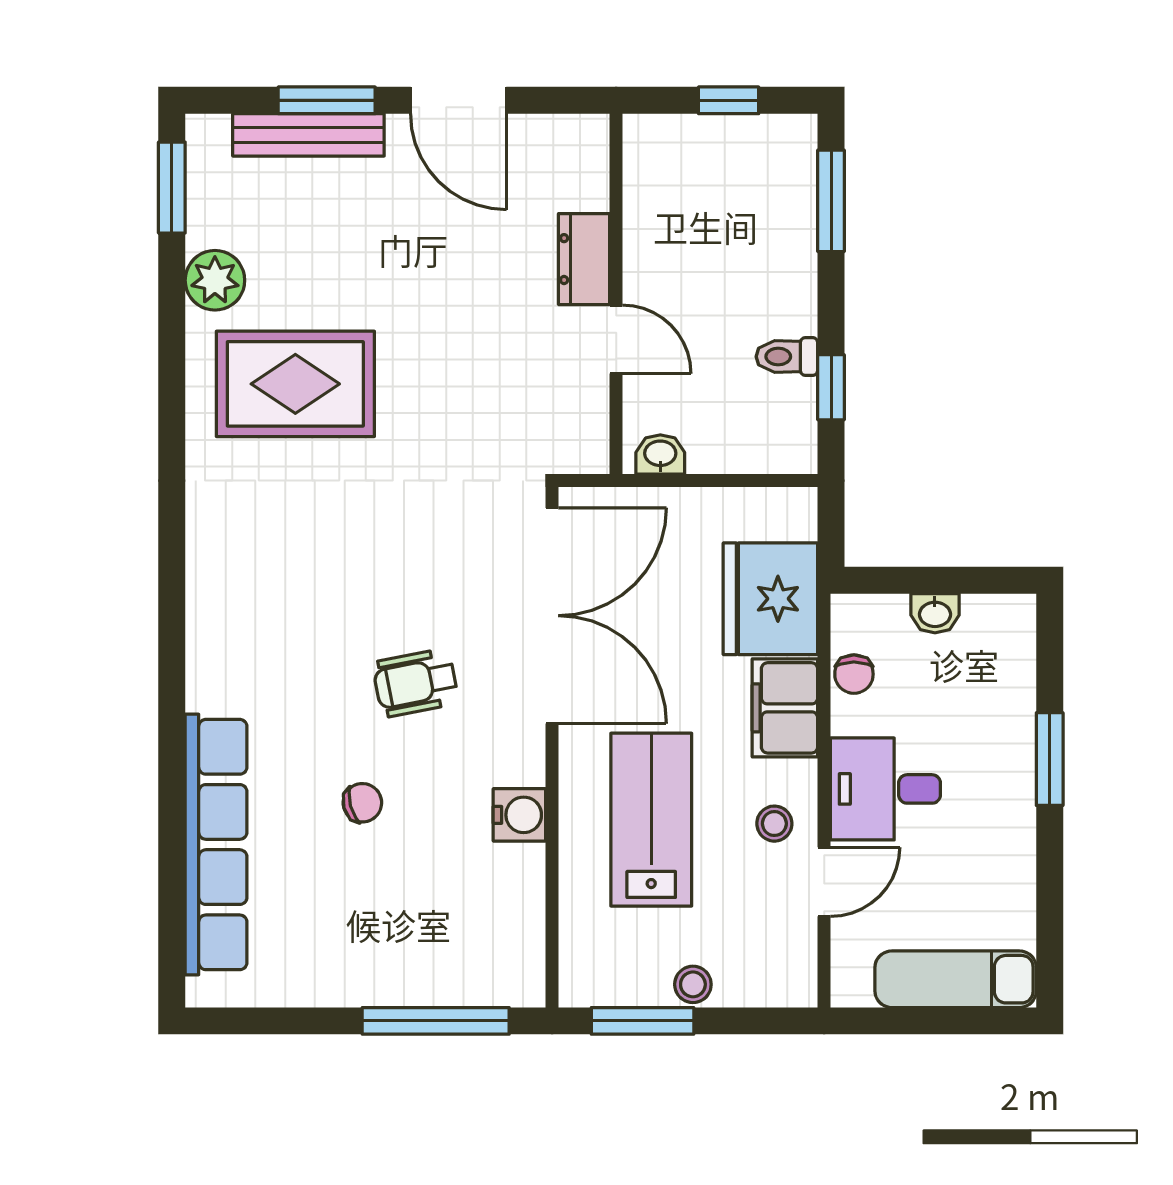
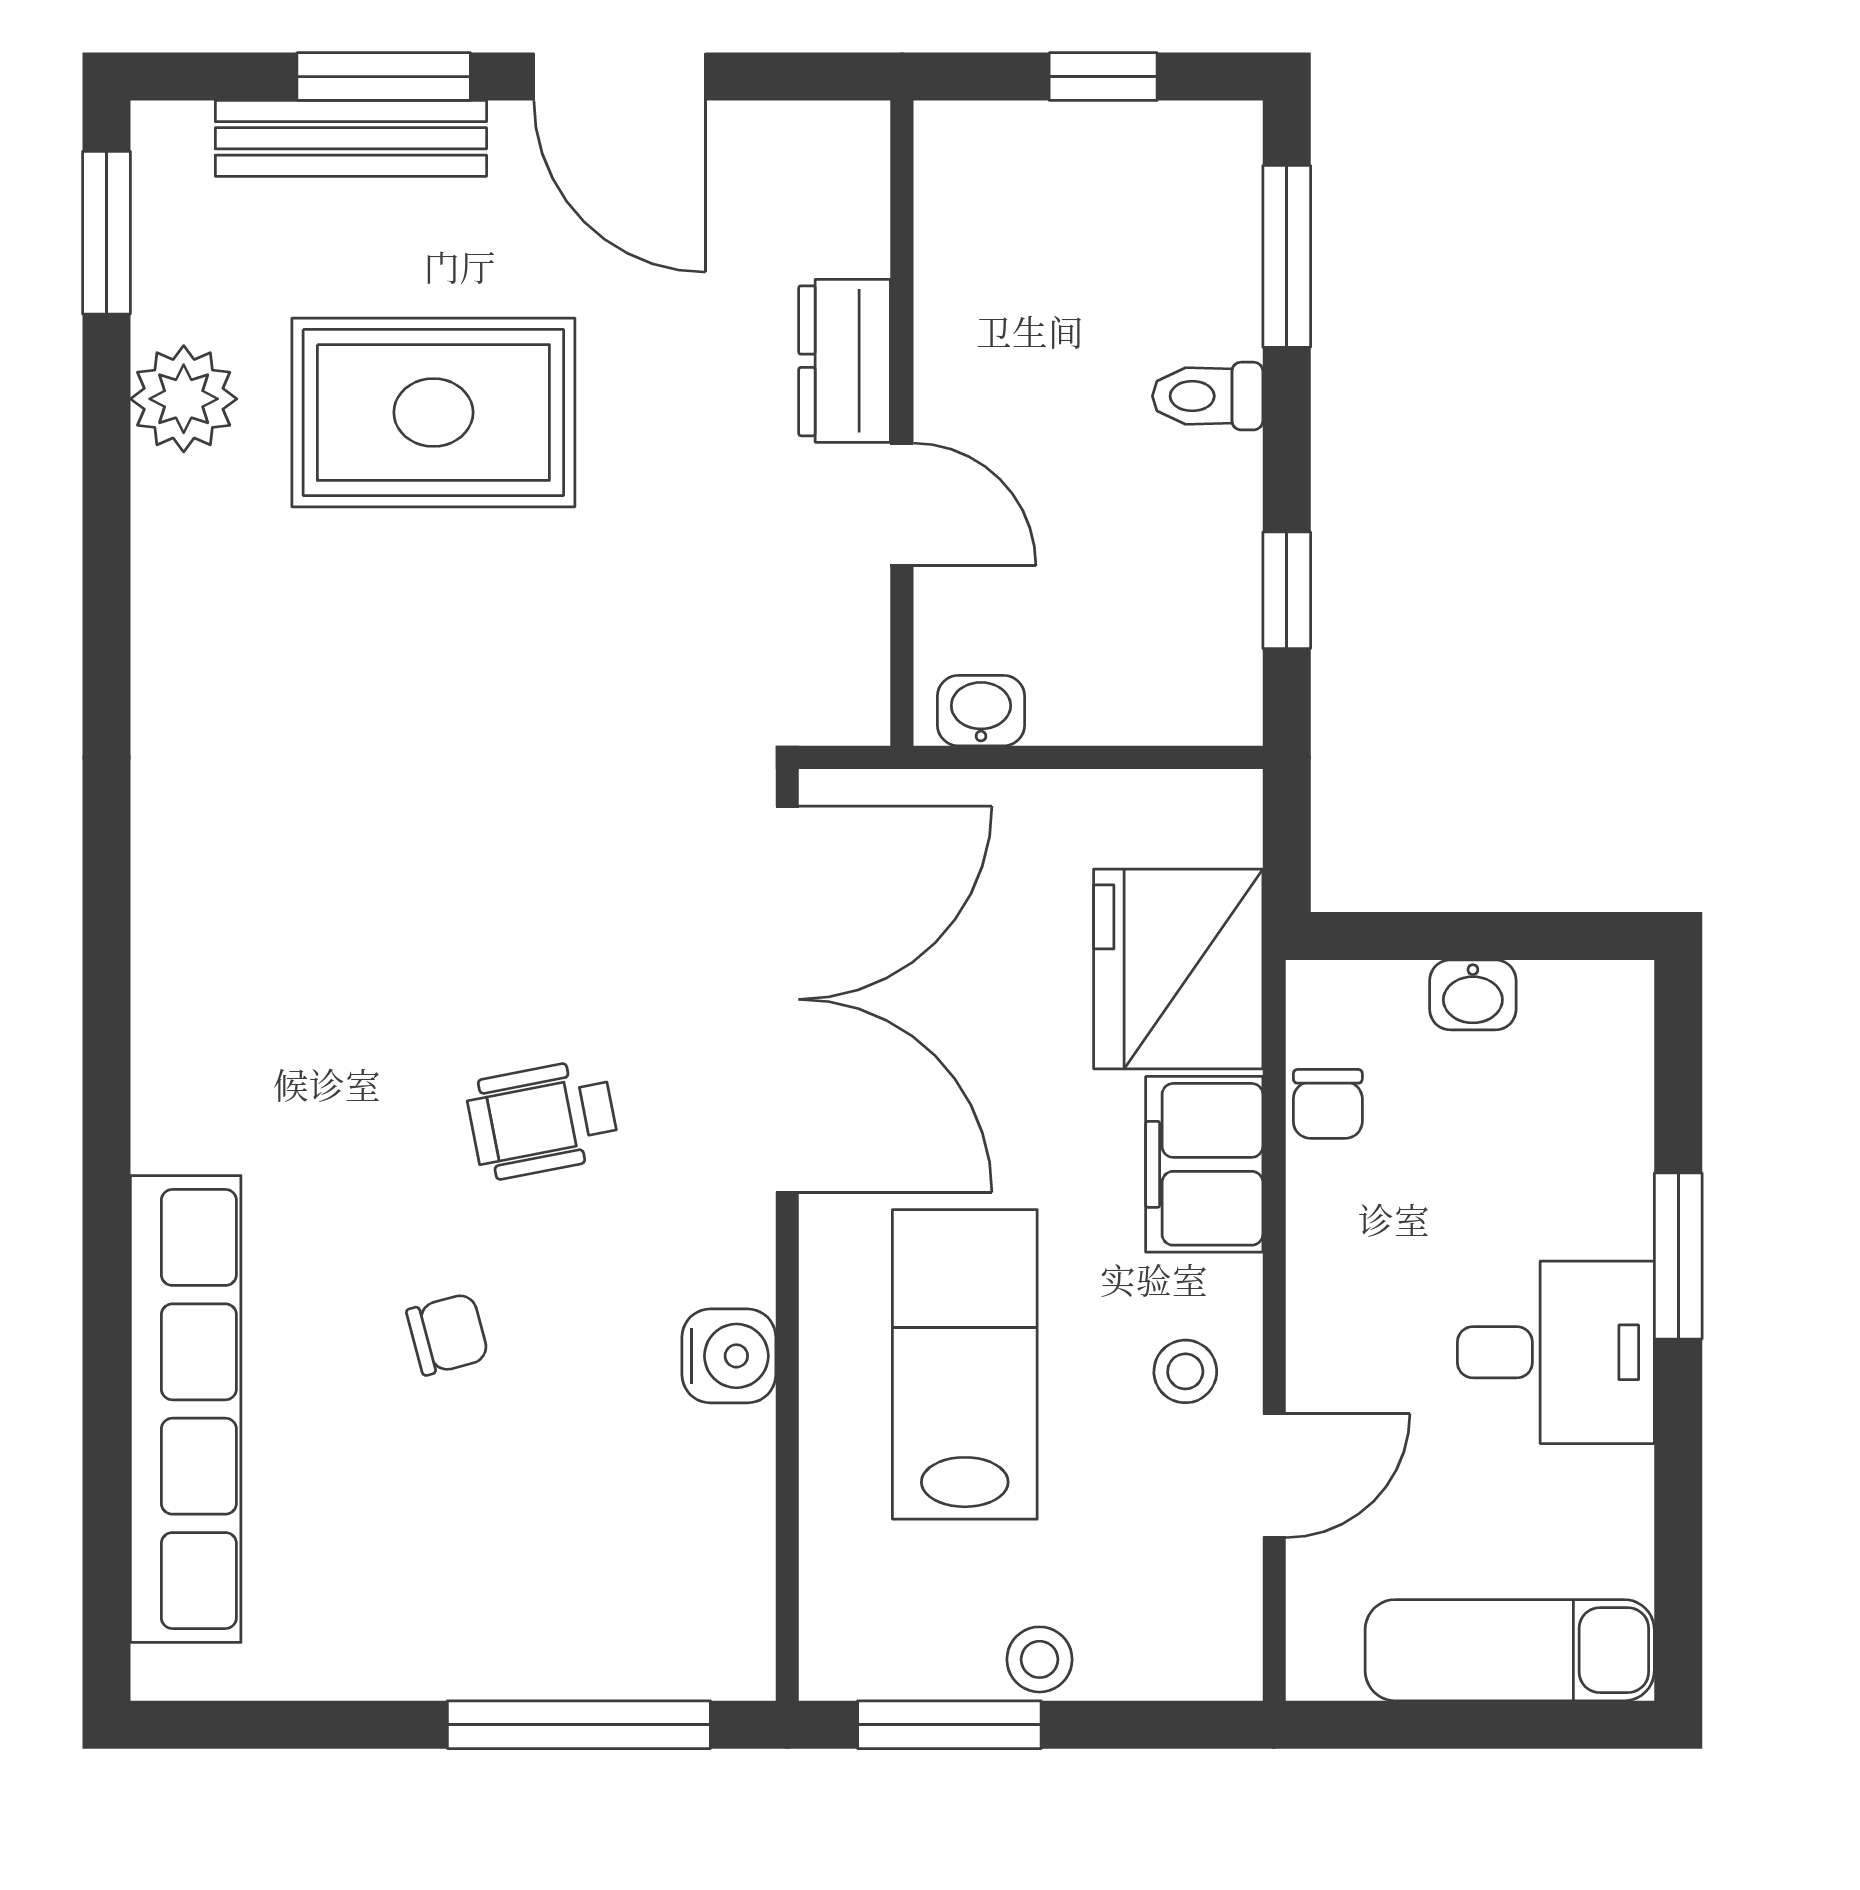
toilet: (787, 357) -> (1208, 396), moved
rug: (295, 384) -> (433, 412), moved
desk: (885, 789) -> (1556, 1352), moved, turned 180

